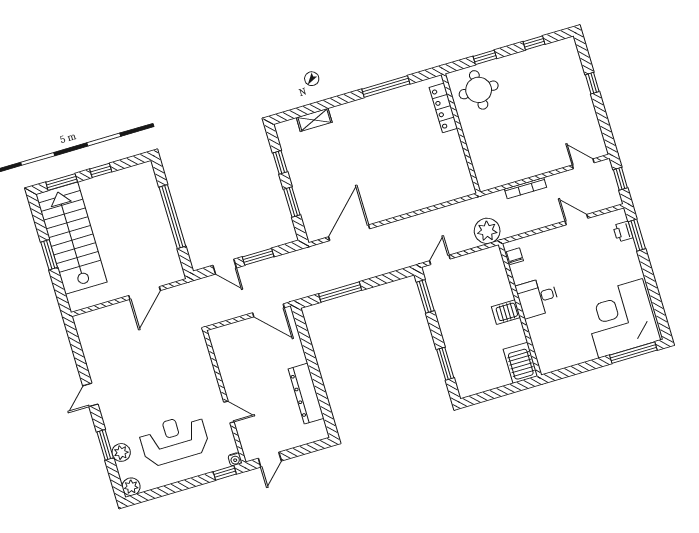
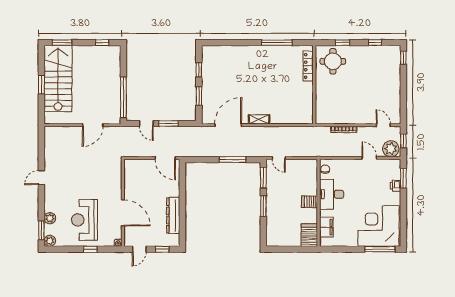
window: (592, 83) -> (403, 58), moved
shelving: (314, 120) -> (259, 119), moved
window: (101, 170) -> (102, 43), moved
window: (172, 217) -> (123, 97), moved
plant: (487, 231) -> (391, 149), moved
printer: (623, 232) -> (395, 186), moved
door: (440, 260) -> (279, 158), swing flipped
window: (340, 292) -> (232, 160), moved
desk: (538, 297) -> (332, 194), width x1.37
filing cabinet: (543, 343) -> (326, 227), added
window: (445, 364) -> (263, 206), moved
door: (229, 412) -> (123, 213), width x1.87
reception desk: (174, 440) -> (84, 220), turned -90
window: (105, 445) -> (41, 230), moved
window: (305, 449) -> (162, 249), added
window: (225, 473) -> (90, 249), moved

